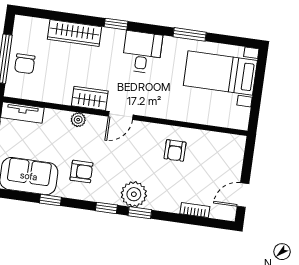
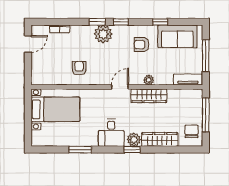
plant: (111, 38) -> (134, 140), added
chair: (25, 64) -> (192, 131), moved
bed with nightstands: (220, 73) -> (55, 109), moved
wardrobe: (90, 98) -> (149, 96), width x1.50

